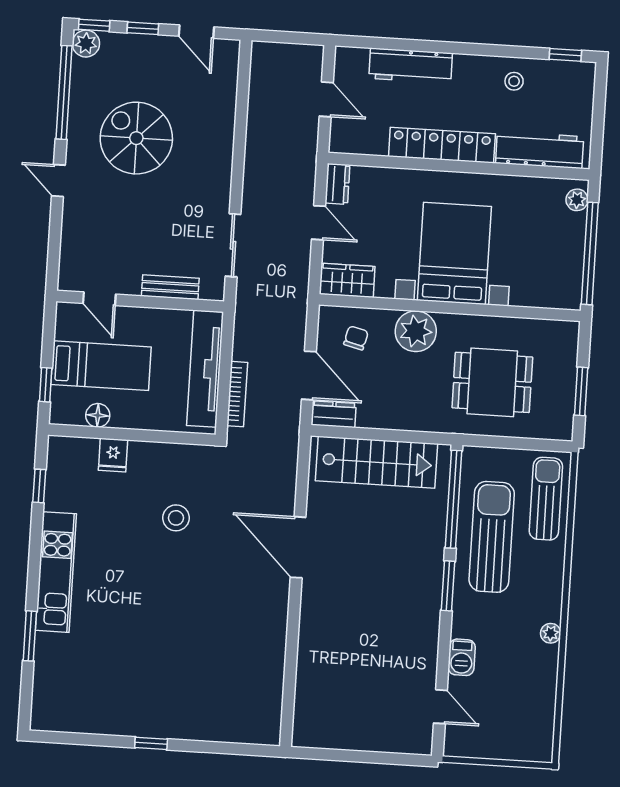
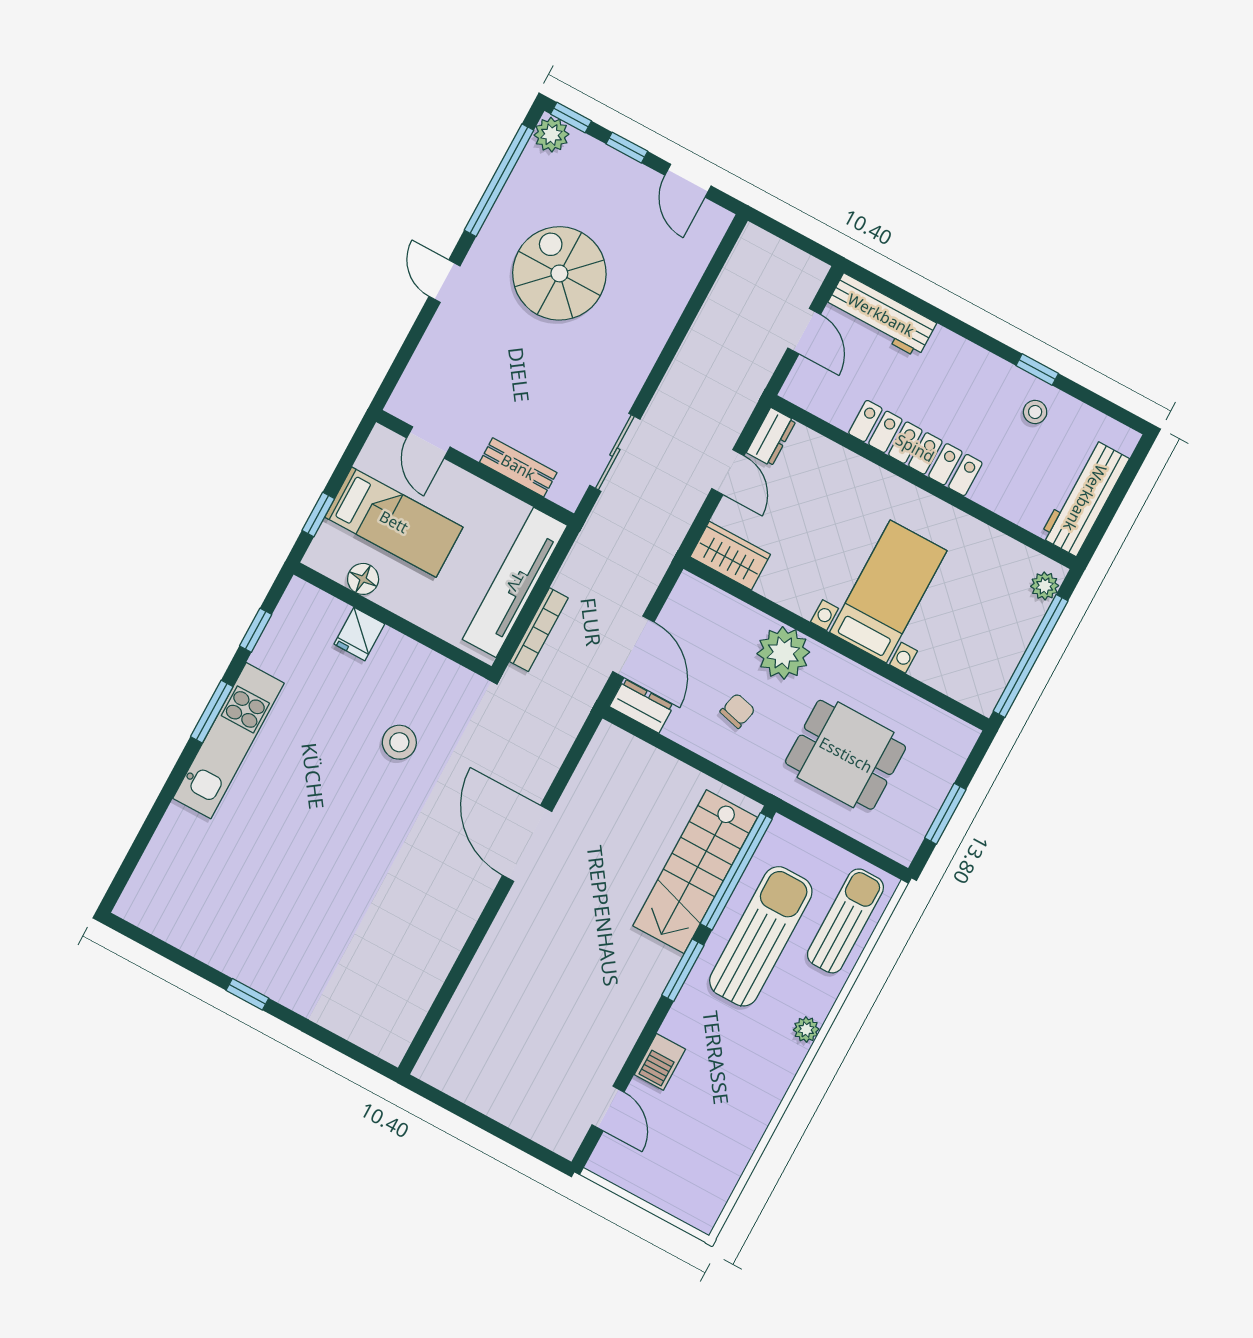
window: (565, 55) -> (1037, 370), moved
workbench: (411, 66) -> (881, 315), moved
workbench: (540, 150) -> (1085, 498), moved, turned -90
bed with nightstands: (454, 253) -> (888, 591), width x0.73
chair: (356, 338) -> (738, 711), moved
stairs: (376, 462) -> (695, 872), moved, turned 90
plant: (551, 633) -> (806, 1029), moved
window: (30, 636) -> (212, 712), moved

